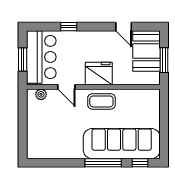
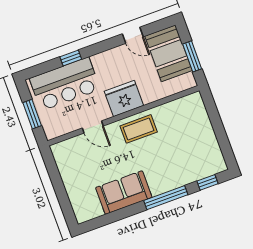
bar counter: (41, 57) -> (65, 84), moved, turned 90
plant: (41, 94) -> (67, 146), removed
sofa: (122, 144) -> (124, 192), moved, width x0.54, depth x0.79

